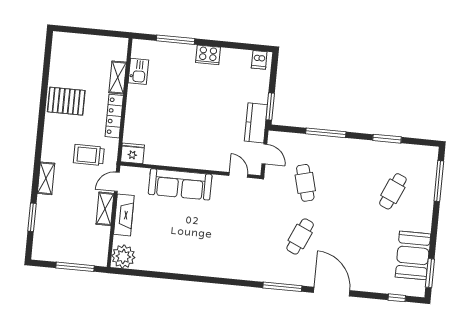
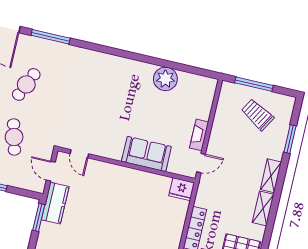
trolley: (89, 155) -> (257, 115), moved, turned -150
sofa: (180, 184) -> (146, 154), width x0.73
shelving: (105, 209) -> (263, 208), moved
fireplace: (124, 215) -> (199, 135), width x0.73, depth x0.76
plant: (123, 257) -> (165, 79), moved

